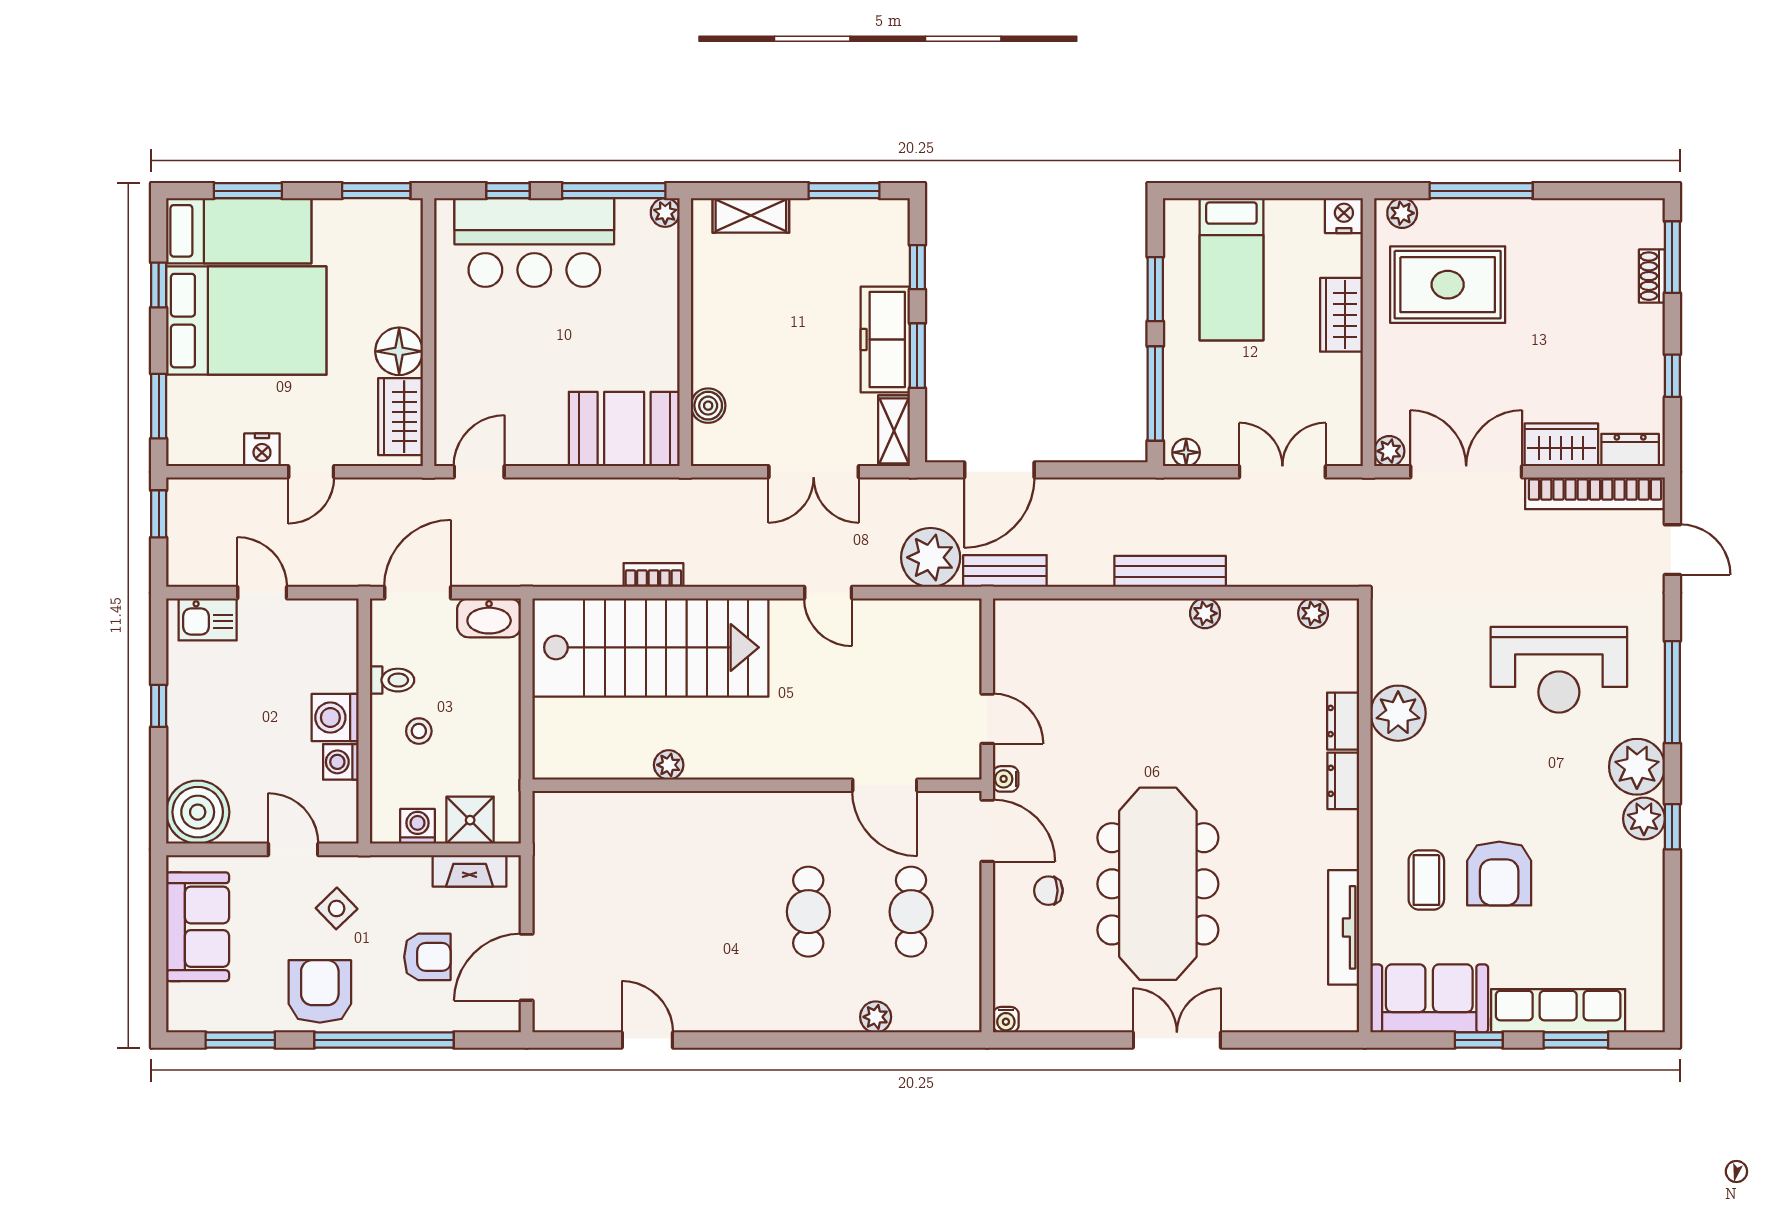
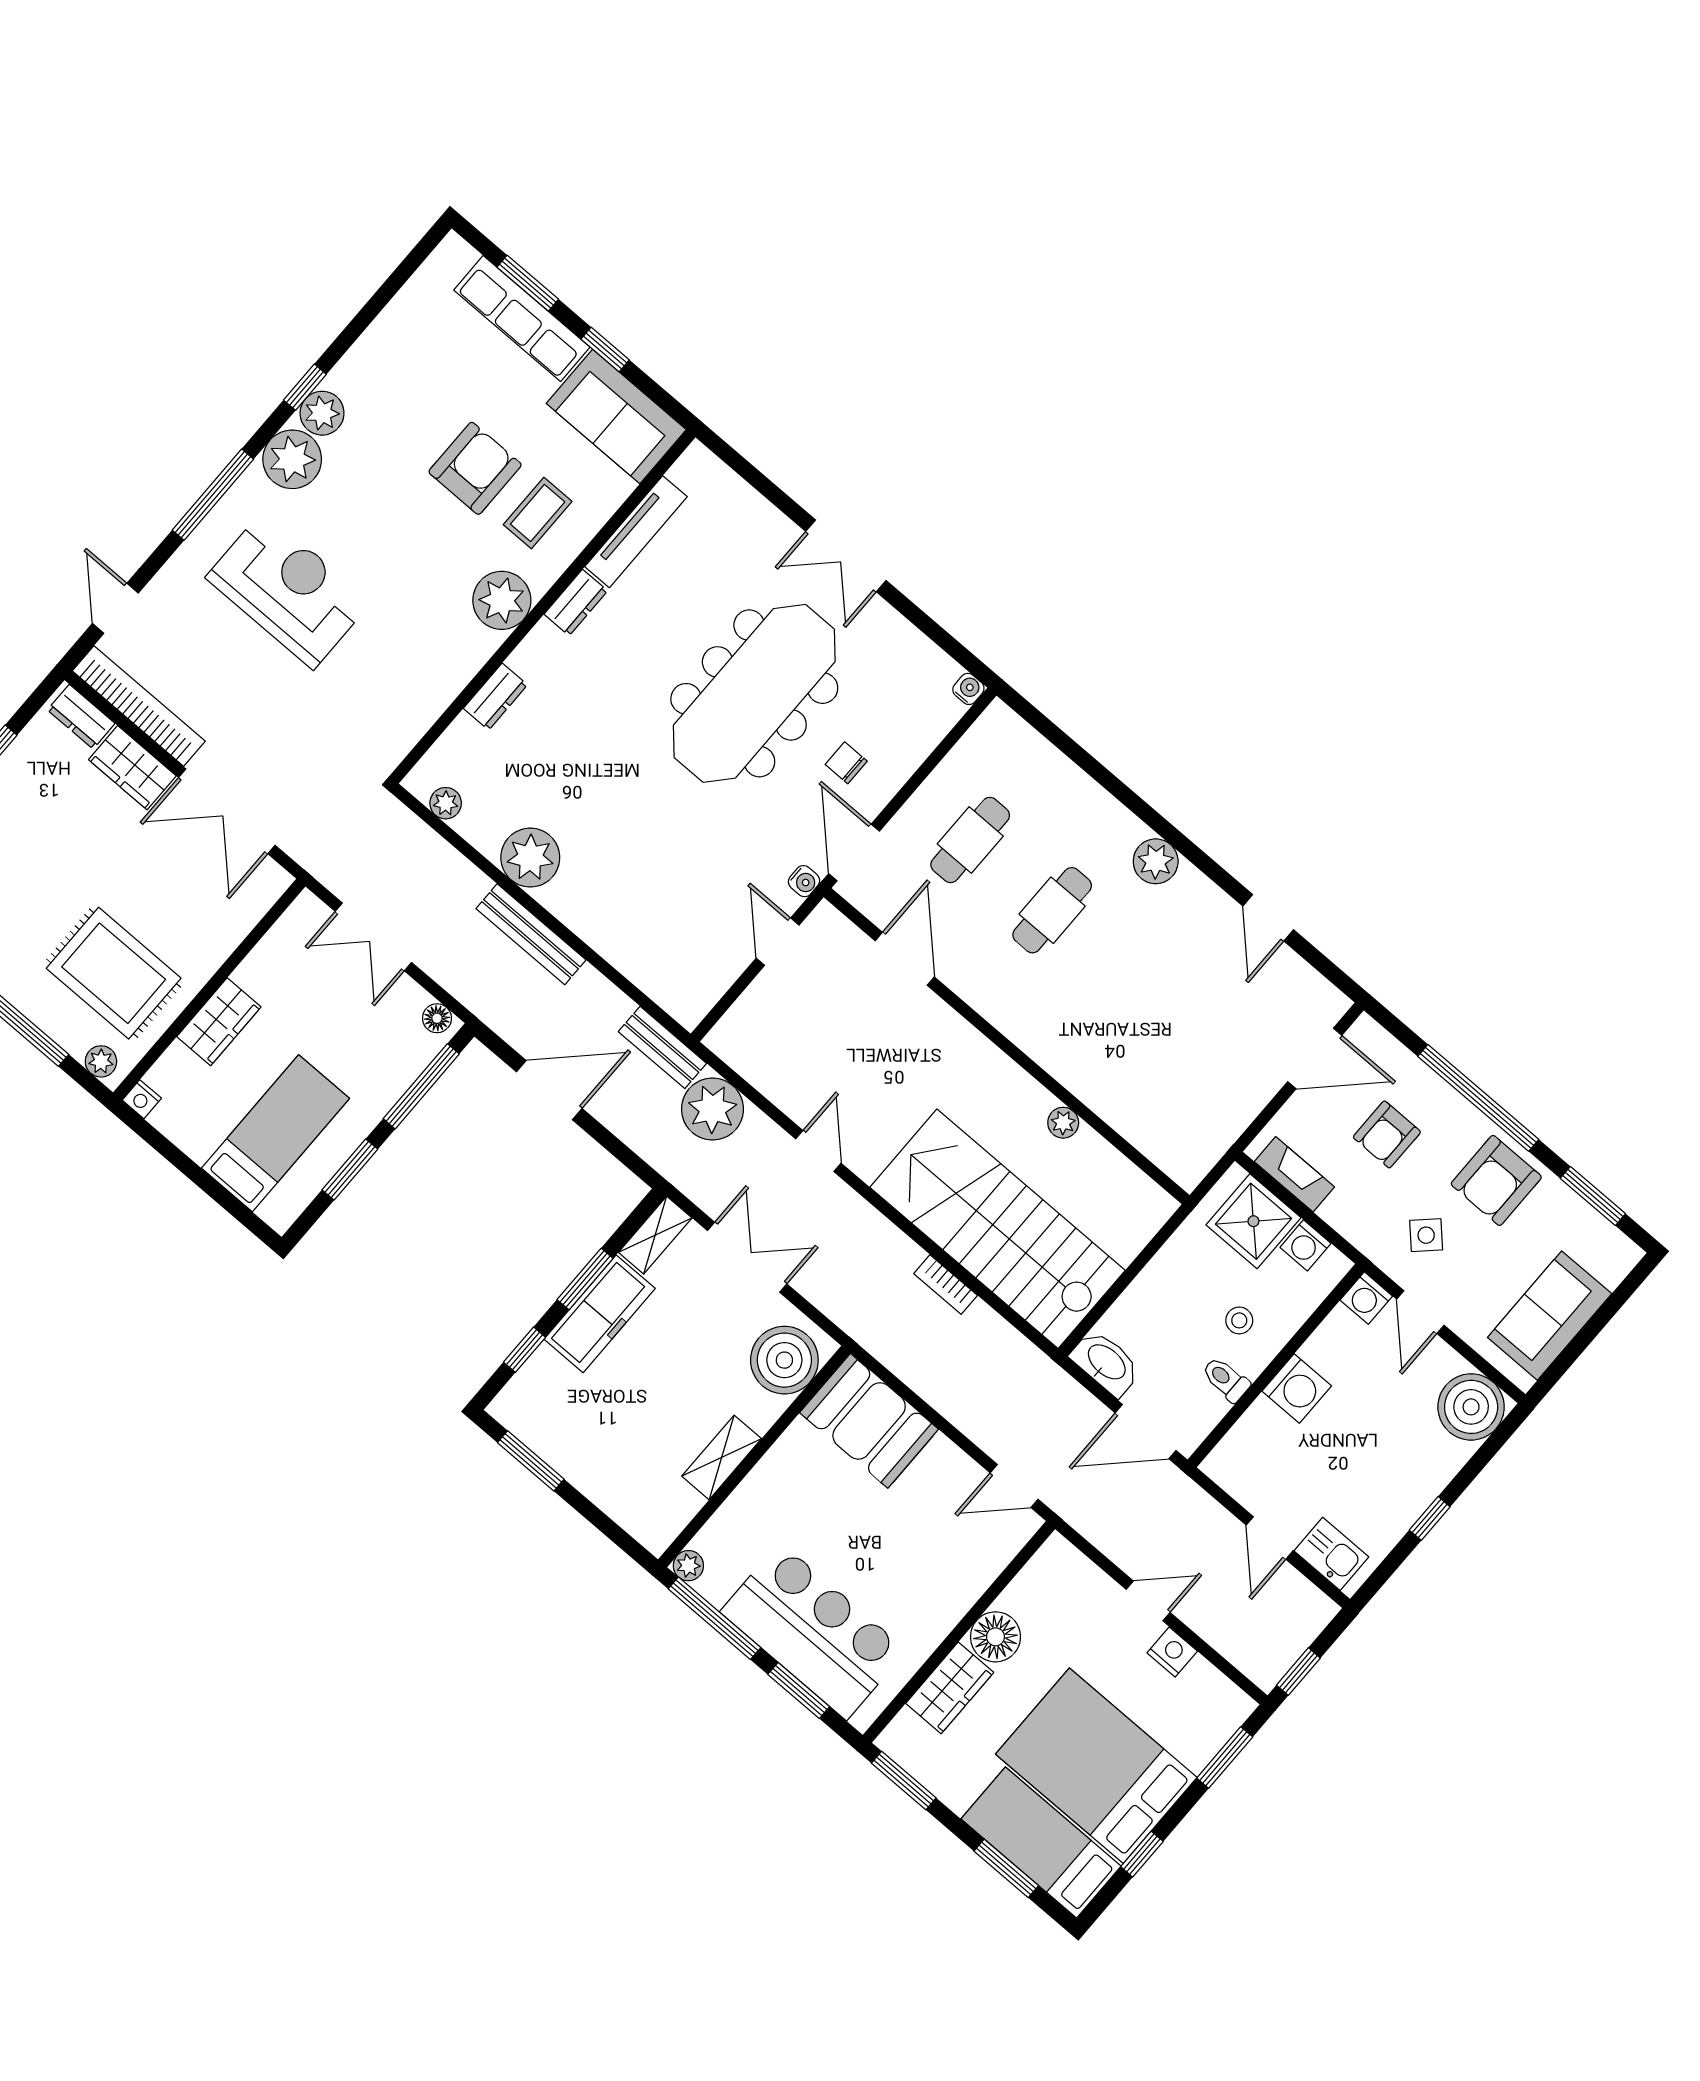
window: (508, 191) -> (799, 1690), width x1.50
shelving: (751, 215) -> (722, 1457), moved, turned 90
nightstand: (1344, 216) -> (142, 1099), width x0.72, depth x0.74
boiler: (708, 406) -> (784, 1360), width x1.86, depth x1.86
wardrobe: (400, 417) -> (950, 1688), moved
plant: (1389, 451) -> (274, 880), removed
door: (999, 470) -> (549, 1090), moved
plant: (1205, 613) -> (530, 858), width x1.88, depth x1.88
plant: (1398, 713) -> (502, 600), moved
washing machine: (341, 762) -> (1366, 1298), moved, turned 90
dresser: (1343, 781) -> (576, 603), moved
shower: (470, 820) -> (1253, 1221), width x1.36, depth x1.36
chair: (1048, 891) -> (846, 763), turned 180
armchair: (427, 957) -> (1387, 1134), turned -90
plant: (876, 1017) -> (1156, 861), moved, width x1.38, depth x1.38

